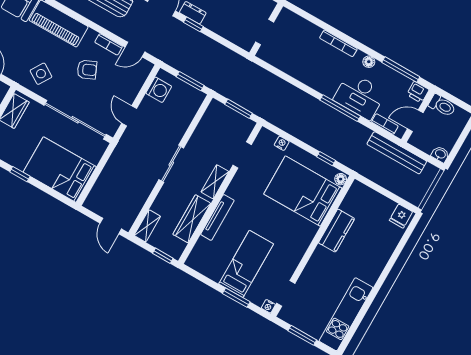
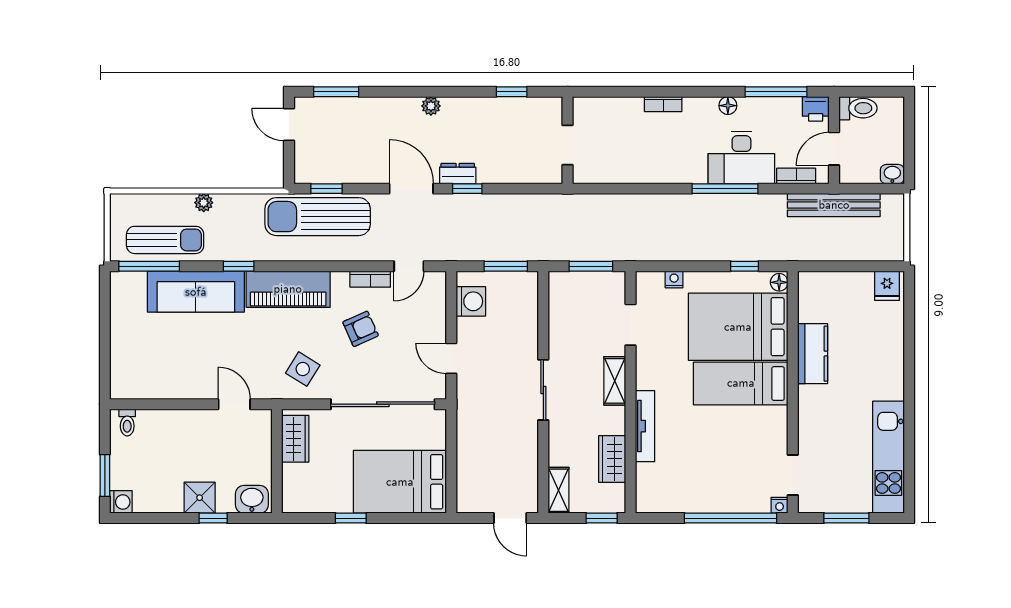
bookcase: (338, 43) -> (663, 104), width x0.64
wardrobe: (192, 219) -> (612, 459), width x0.67
bed: (246, 264) -> (741, 383), moved, turned -90
window: (236, 298) -> (730, 518), width x2.11

